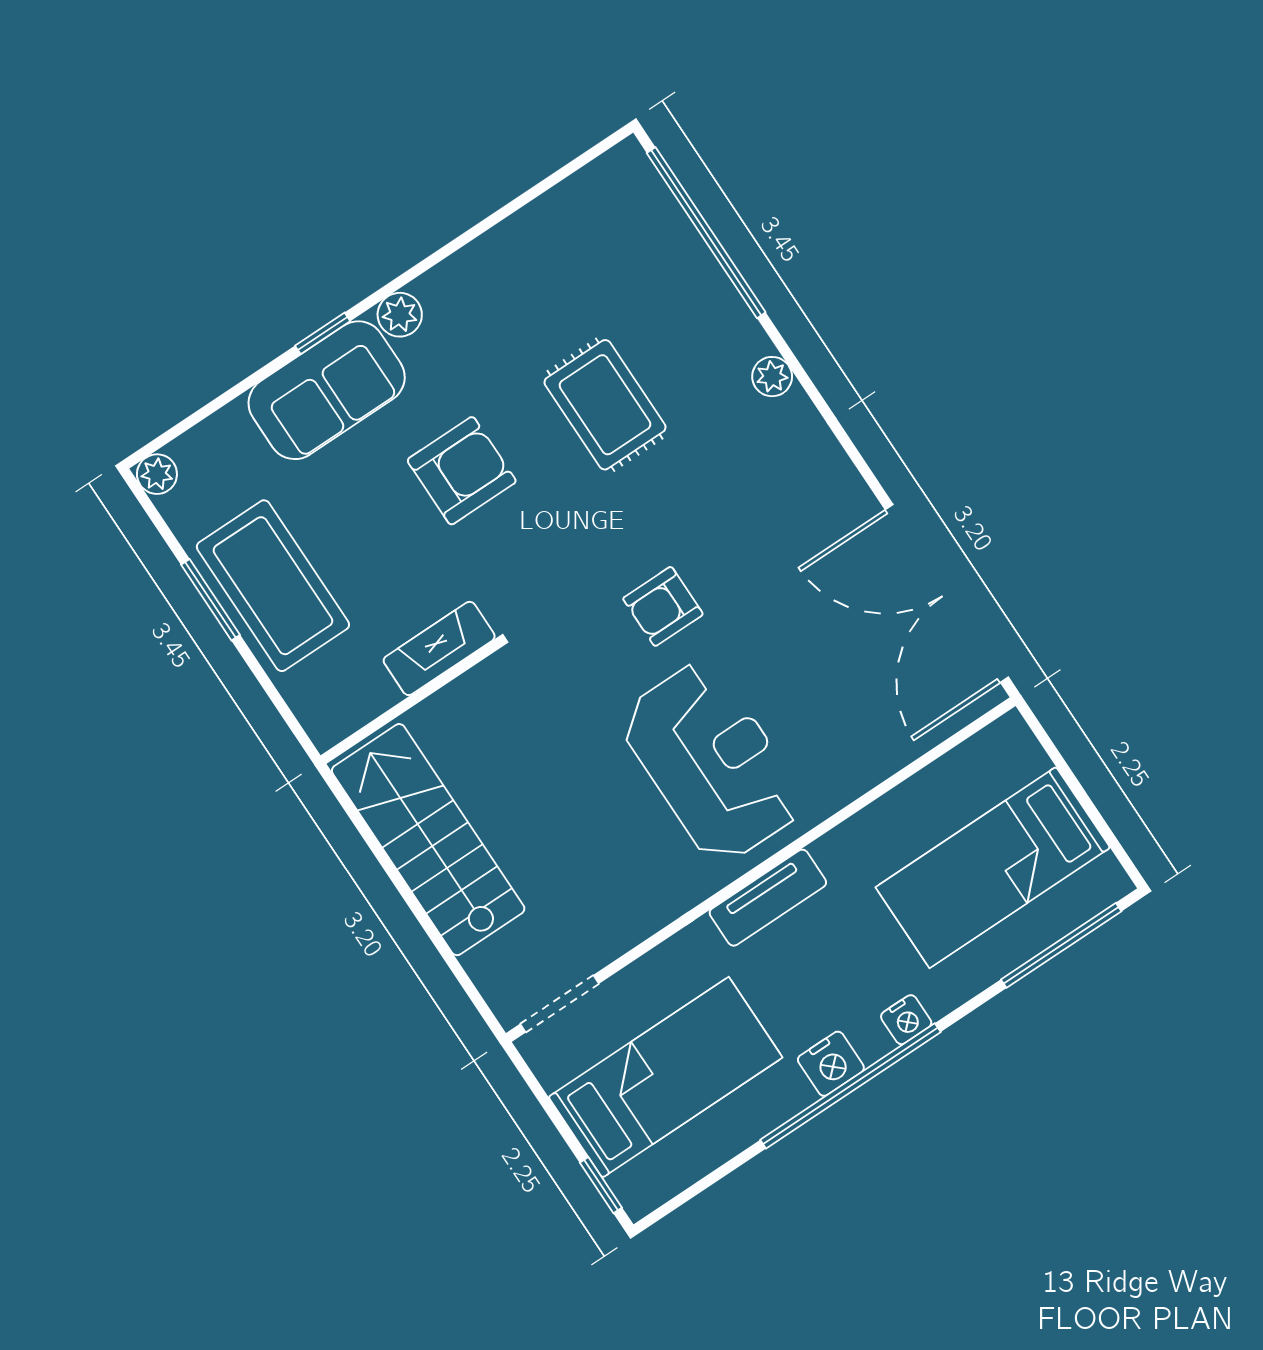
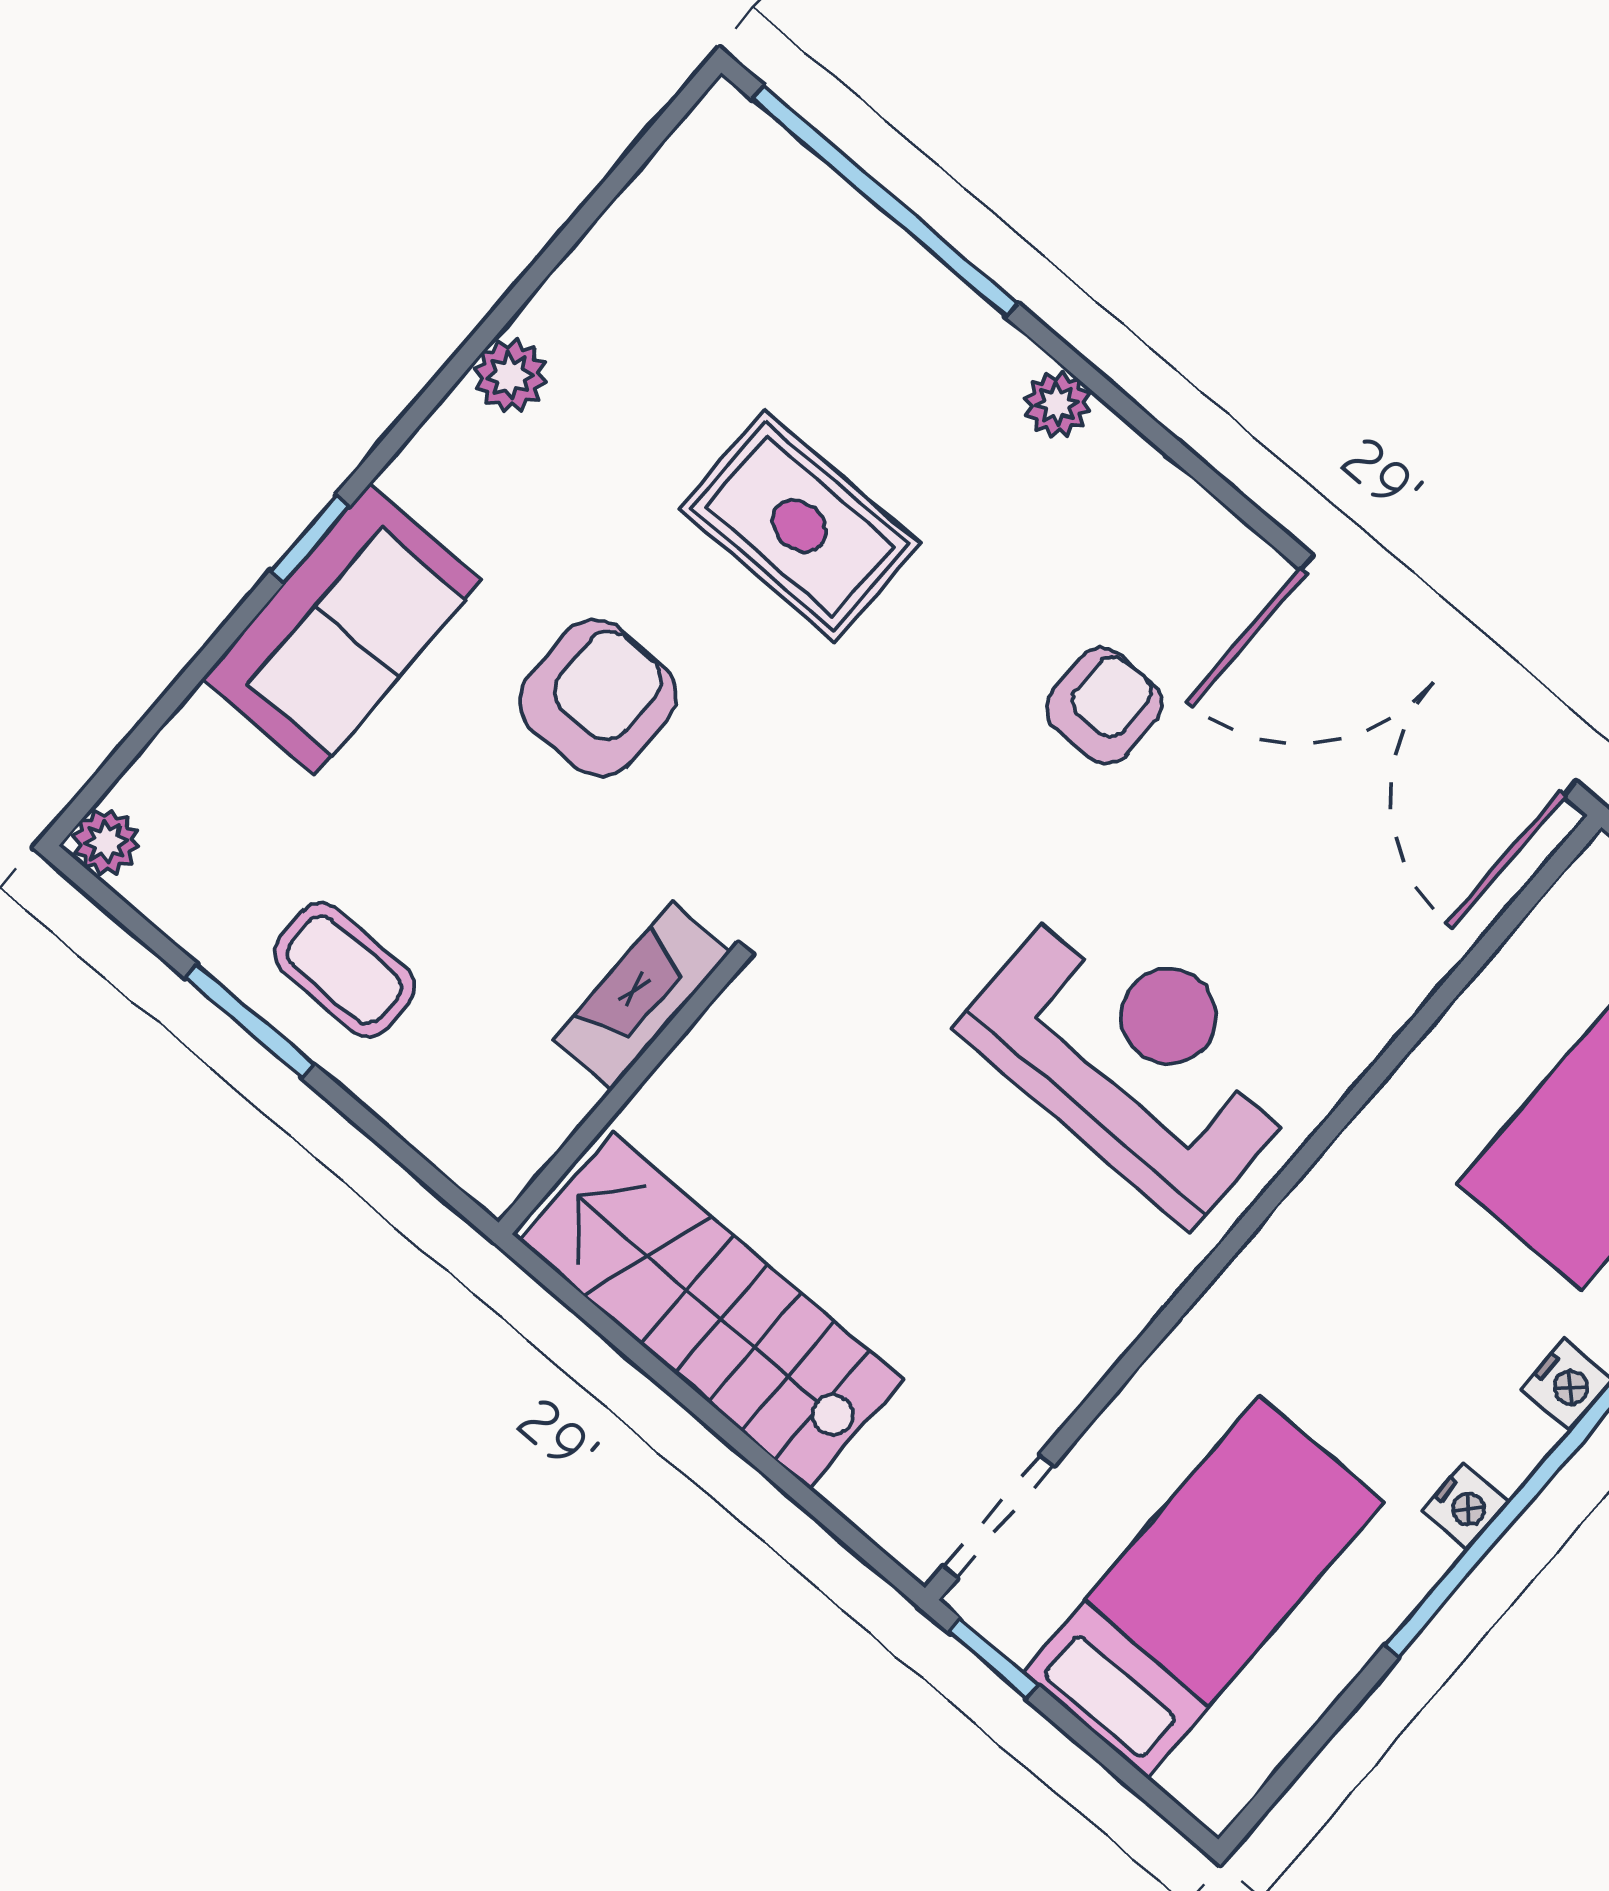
plant: (400, 315) -> (510, 376), moved
coffee table: (273, 586) -> (344, 970), width x0.54, depth x0.58
armchair: (663, 606) -> (1104, 706), moved, turned 180
tv unit: (768, 898) -> (1287, 1250), removed
nightstand: (831, 1064) -> (1465, 1506), width x0.72, depth x0.74
window: (601, 1185) -> (994, 1659), moved

